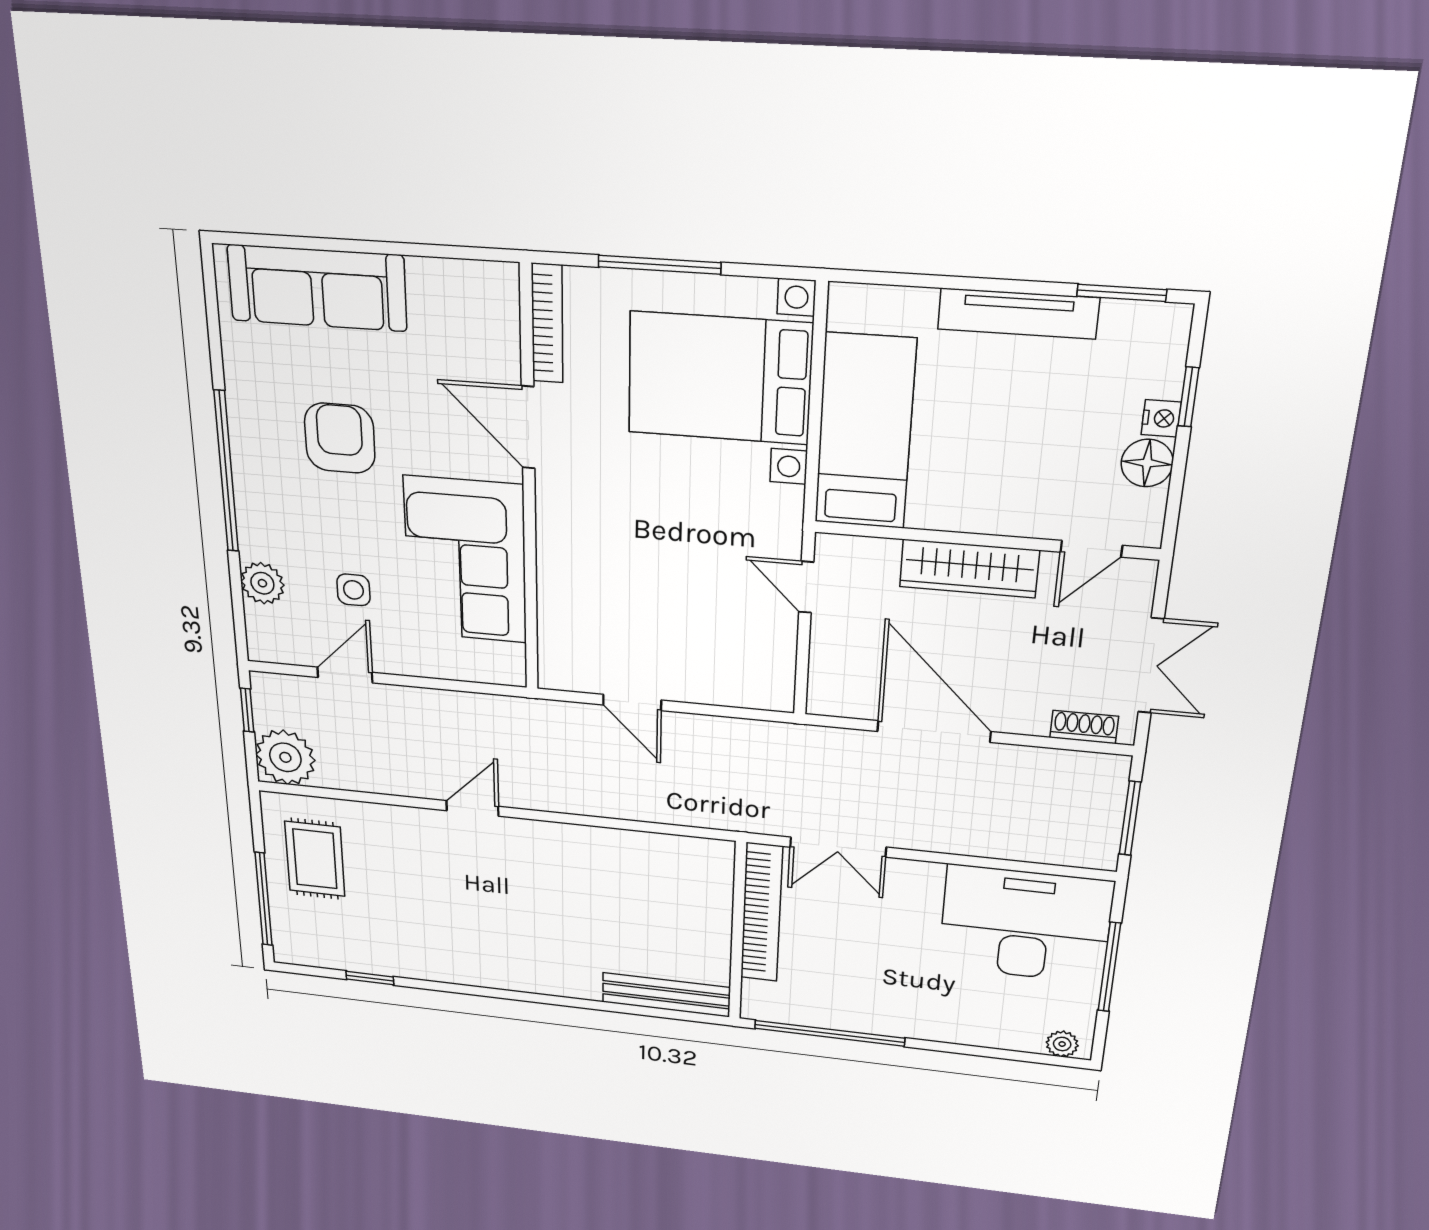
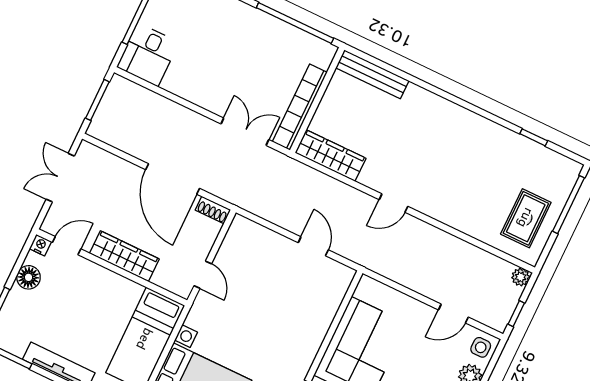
nightstand: (1161, 418) -> (40, 245), moved, turned 90
side table: (353, 590) -> (481, 347), moved
shoe rack: (1084, 727) -> (213, 210), moved
plant: (285, 757) -> (521, 277), width x0.53, depth x0.53
door: (472, 808) -> (393, 203), moved
wardrobe: (674, 855) -> (330, 155), added
desk: (1025, 924) -> (148, 55), width x0.53, depth x0.77

